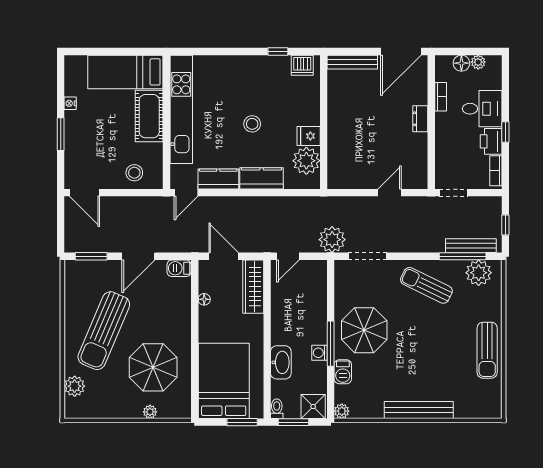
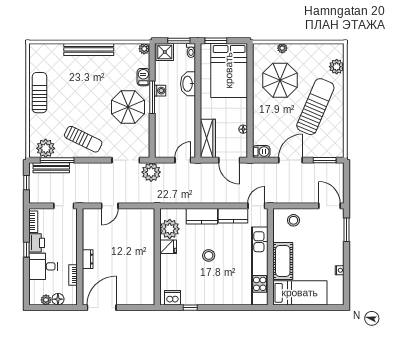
bench: (352, 62) -> (137, 300), removed
window: (61, 134) -> (347, 230), moved

